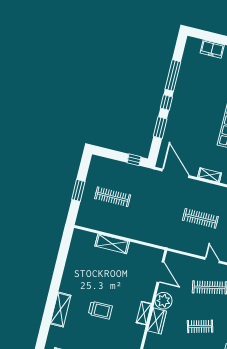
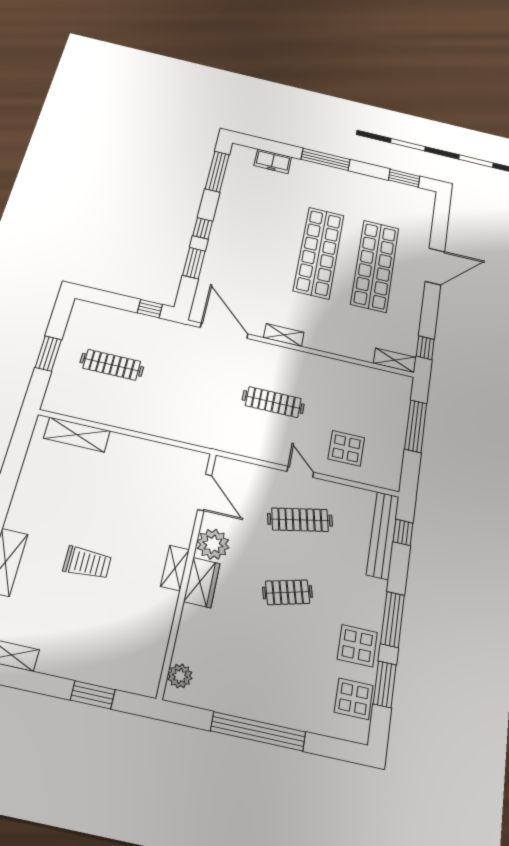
window: (173, 75) -> (217, 172), moved
shelving: (112, 244) -> (77, 435), moved

